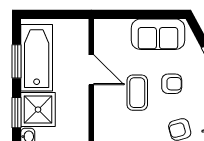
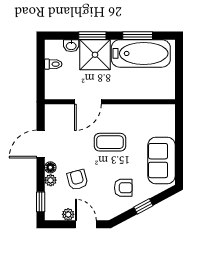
door: (91, 70) -> (88, 102), moved
armchair: (172, 84) -> (123, 188), moved, turned -90

